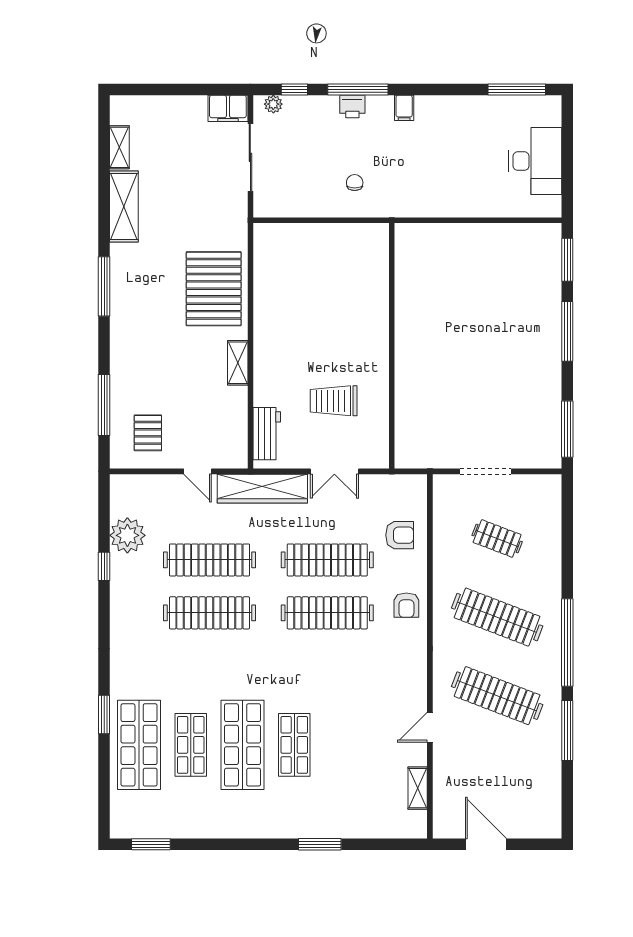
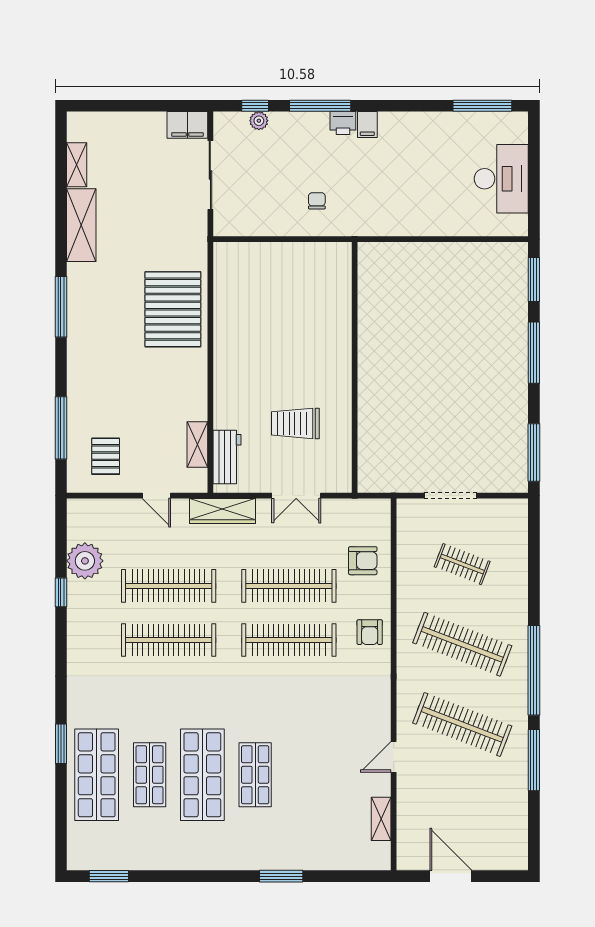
plant: (273, 104) -> (259, 121), moved
printer: (352, 106) -> (343, 123), moved
shelving: (238, 363) -> (197, 444), moved
wardrobe: (262, 489) -> (223, 511), width x0.71, depth x0.85

